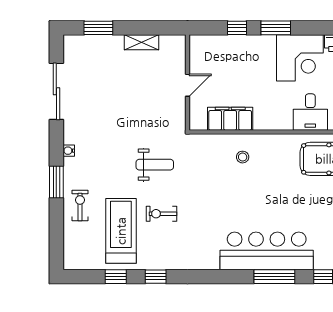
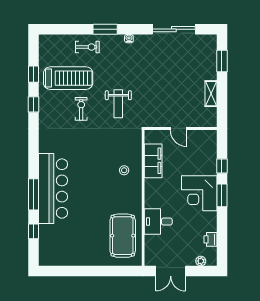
corner desk: (300, 58) -> (199, 193), moved

